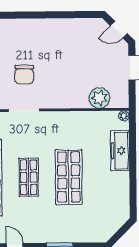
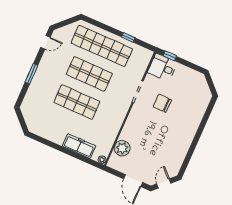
shop shelf: (29, 177) -> (89, 74), width x1.43, depth x1.36

